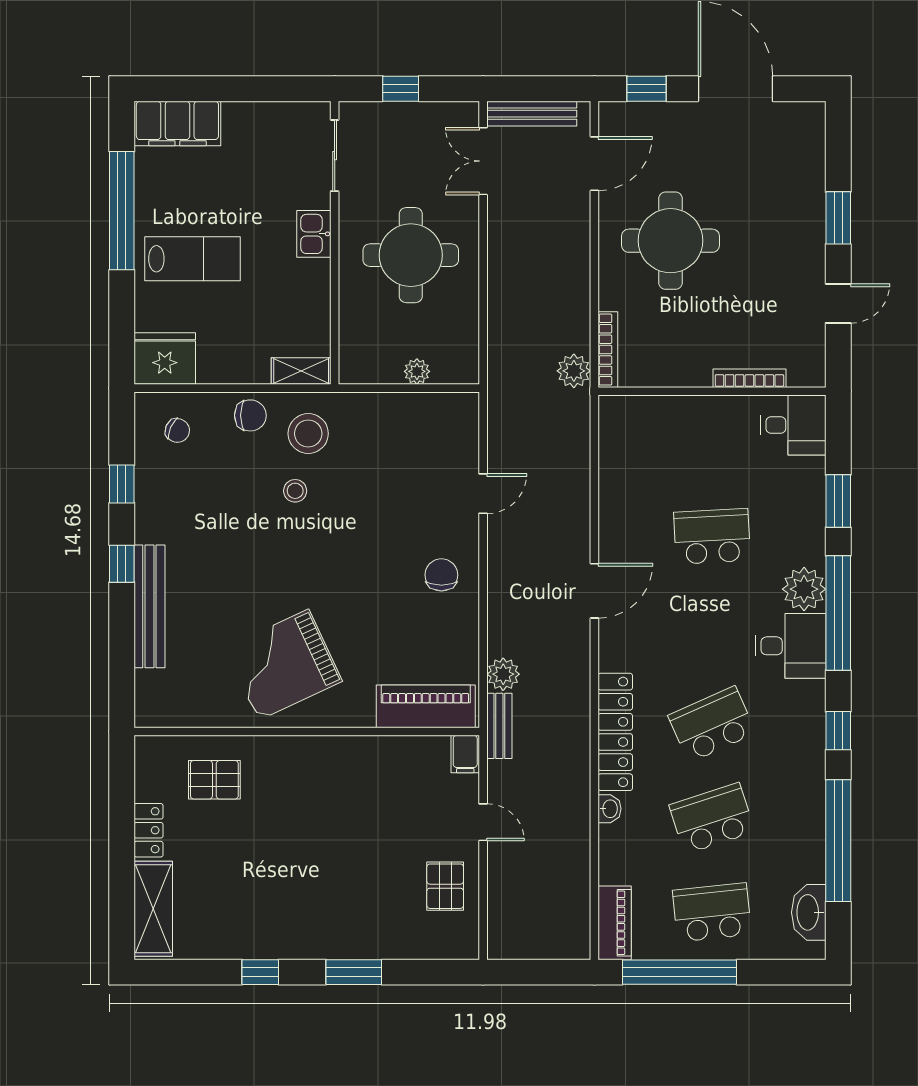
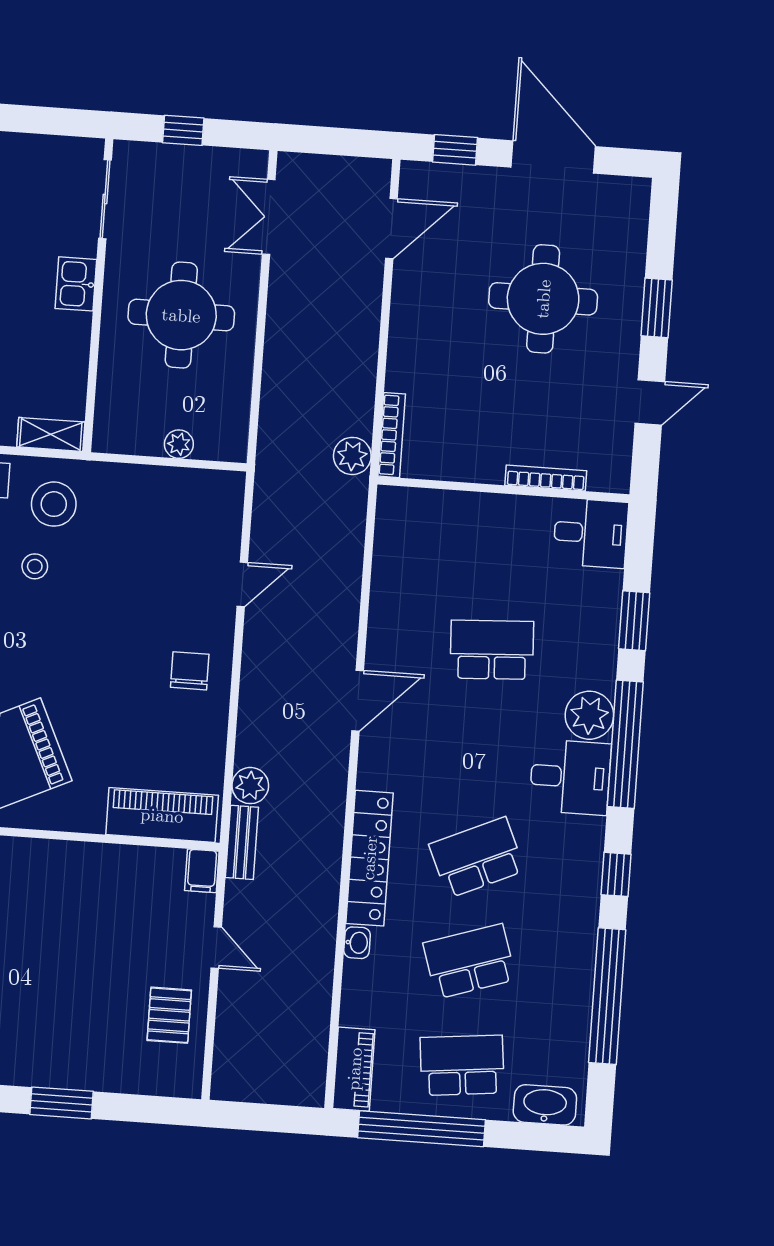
bench: (532, 114) -> (326, 168), removed
round table: (671, 241) -> (543, 299), moved
washbasin: (809, 912) -> (545, 1105), moved, turned 90

